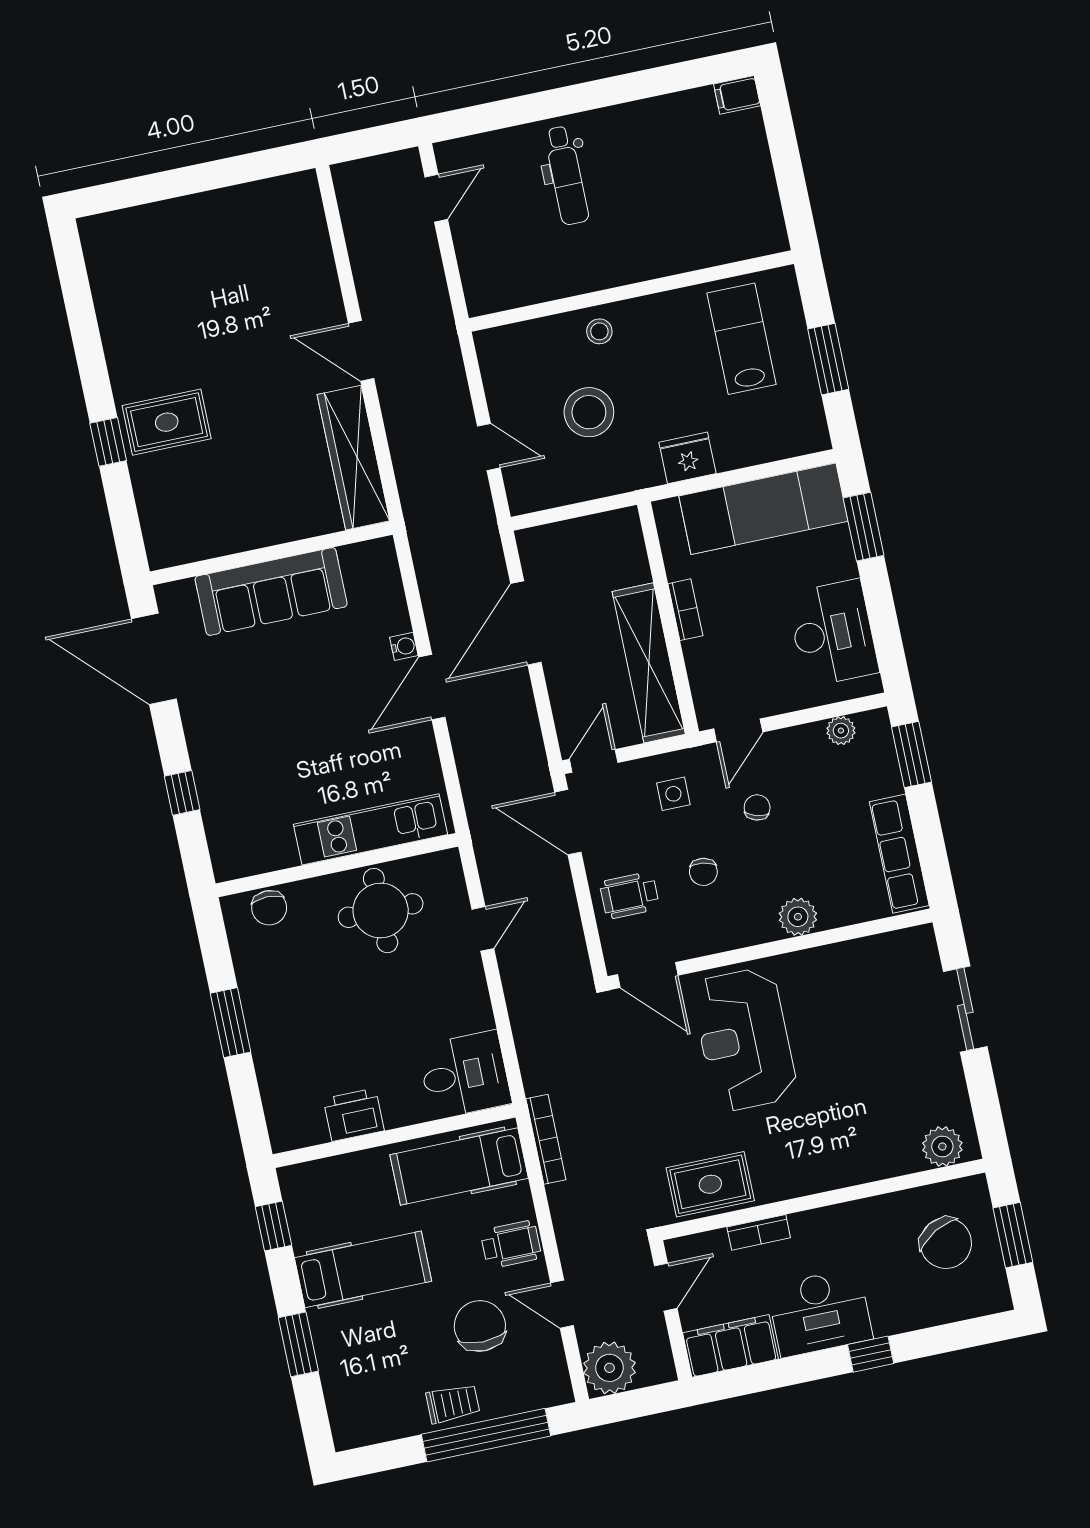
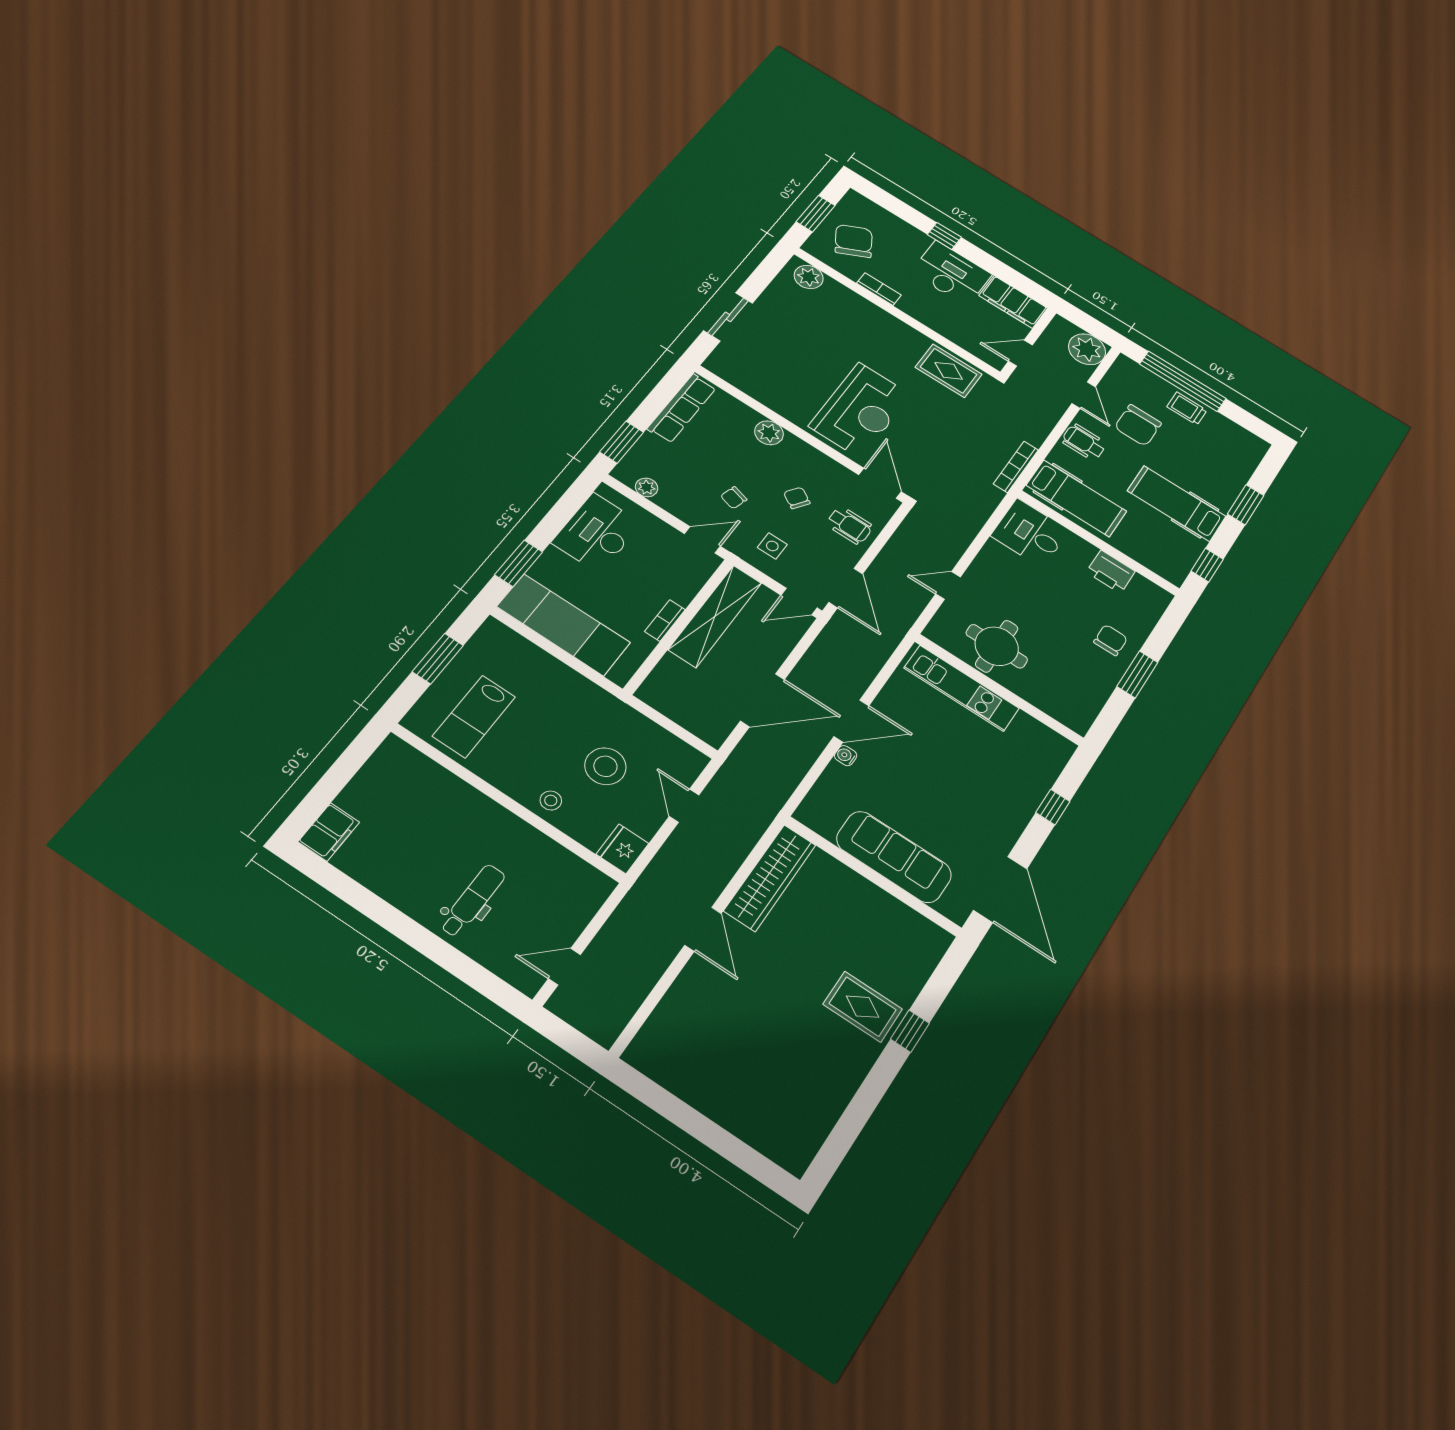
filing cabinet: (737, 95) -> (329, 832), width x2.00
fridge: (687, 458) -> (622, 849), moved, turned 90
chair: (703, 872) -> (797, 498), turned -66
chair: (269, 908) -> (1111, 640), moved
bookcase: (759, 1232) -> (879, 289), moved

